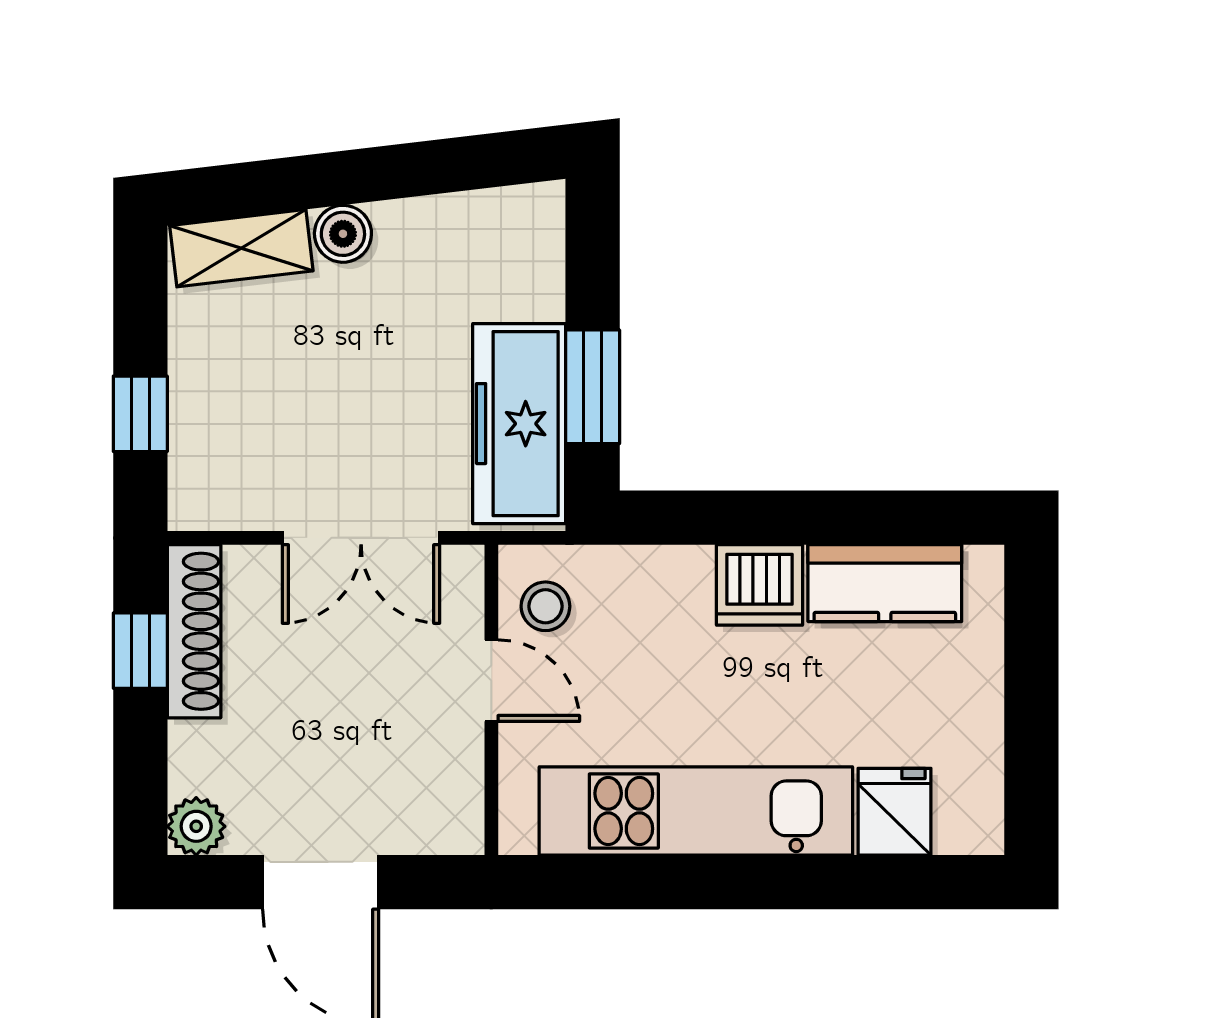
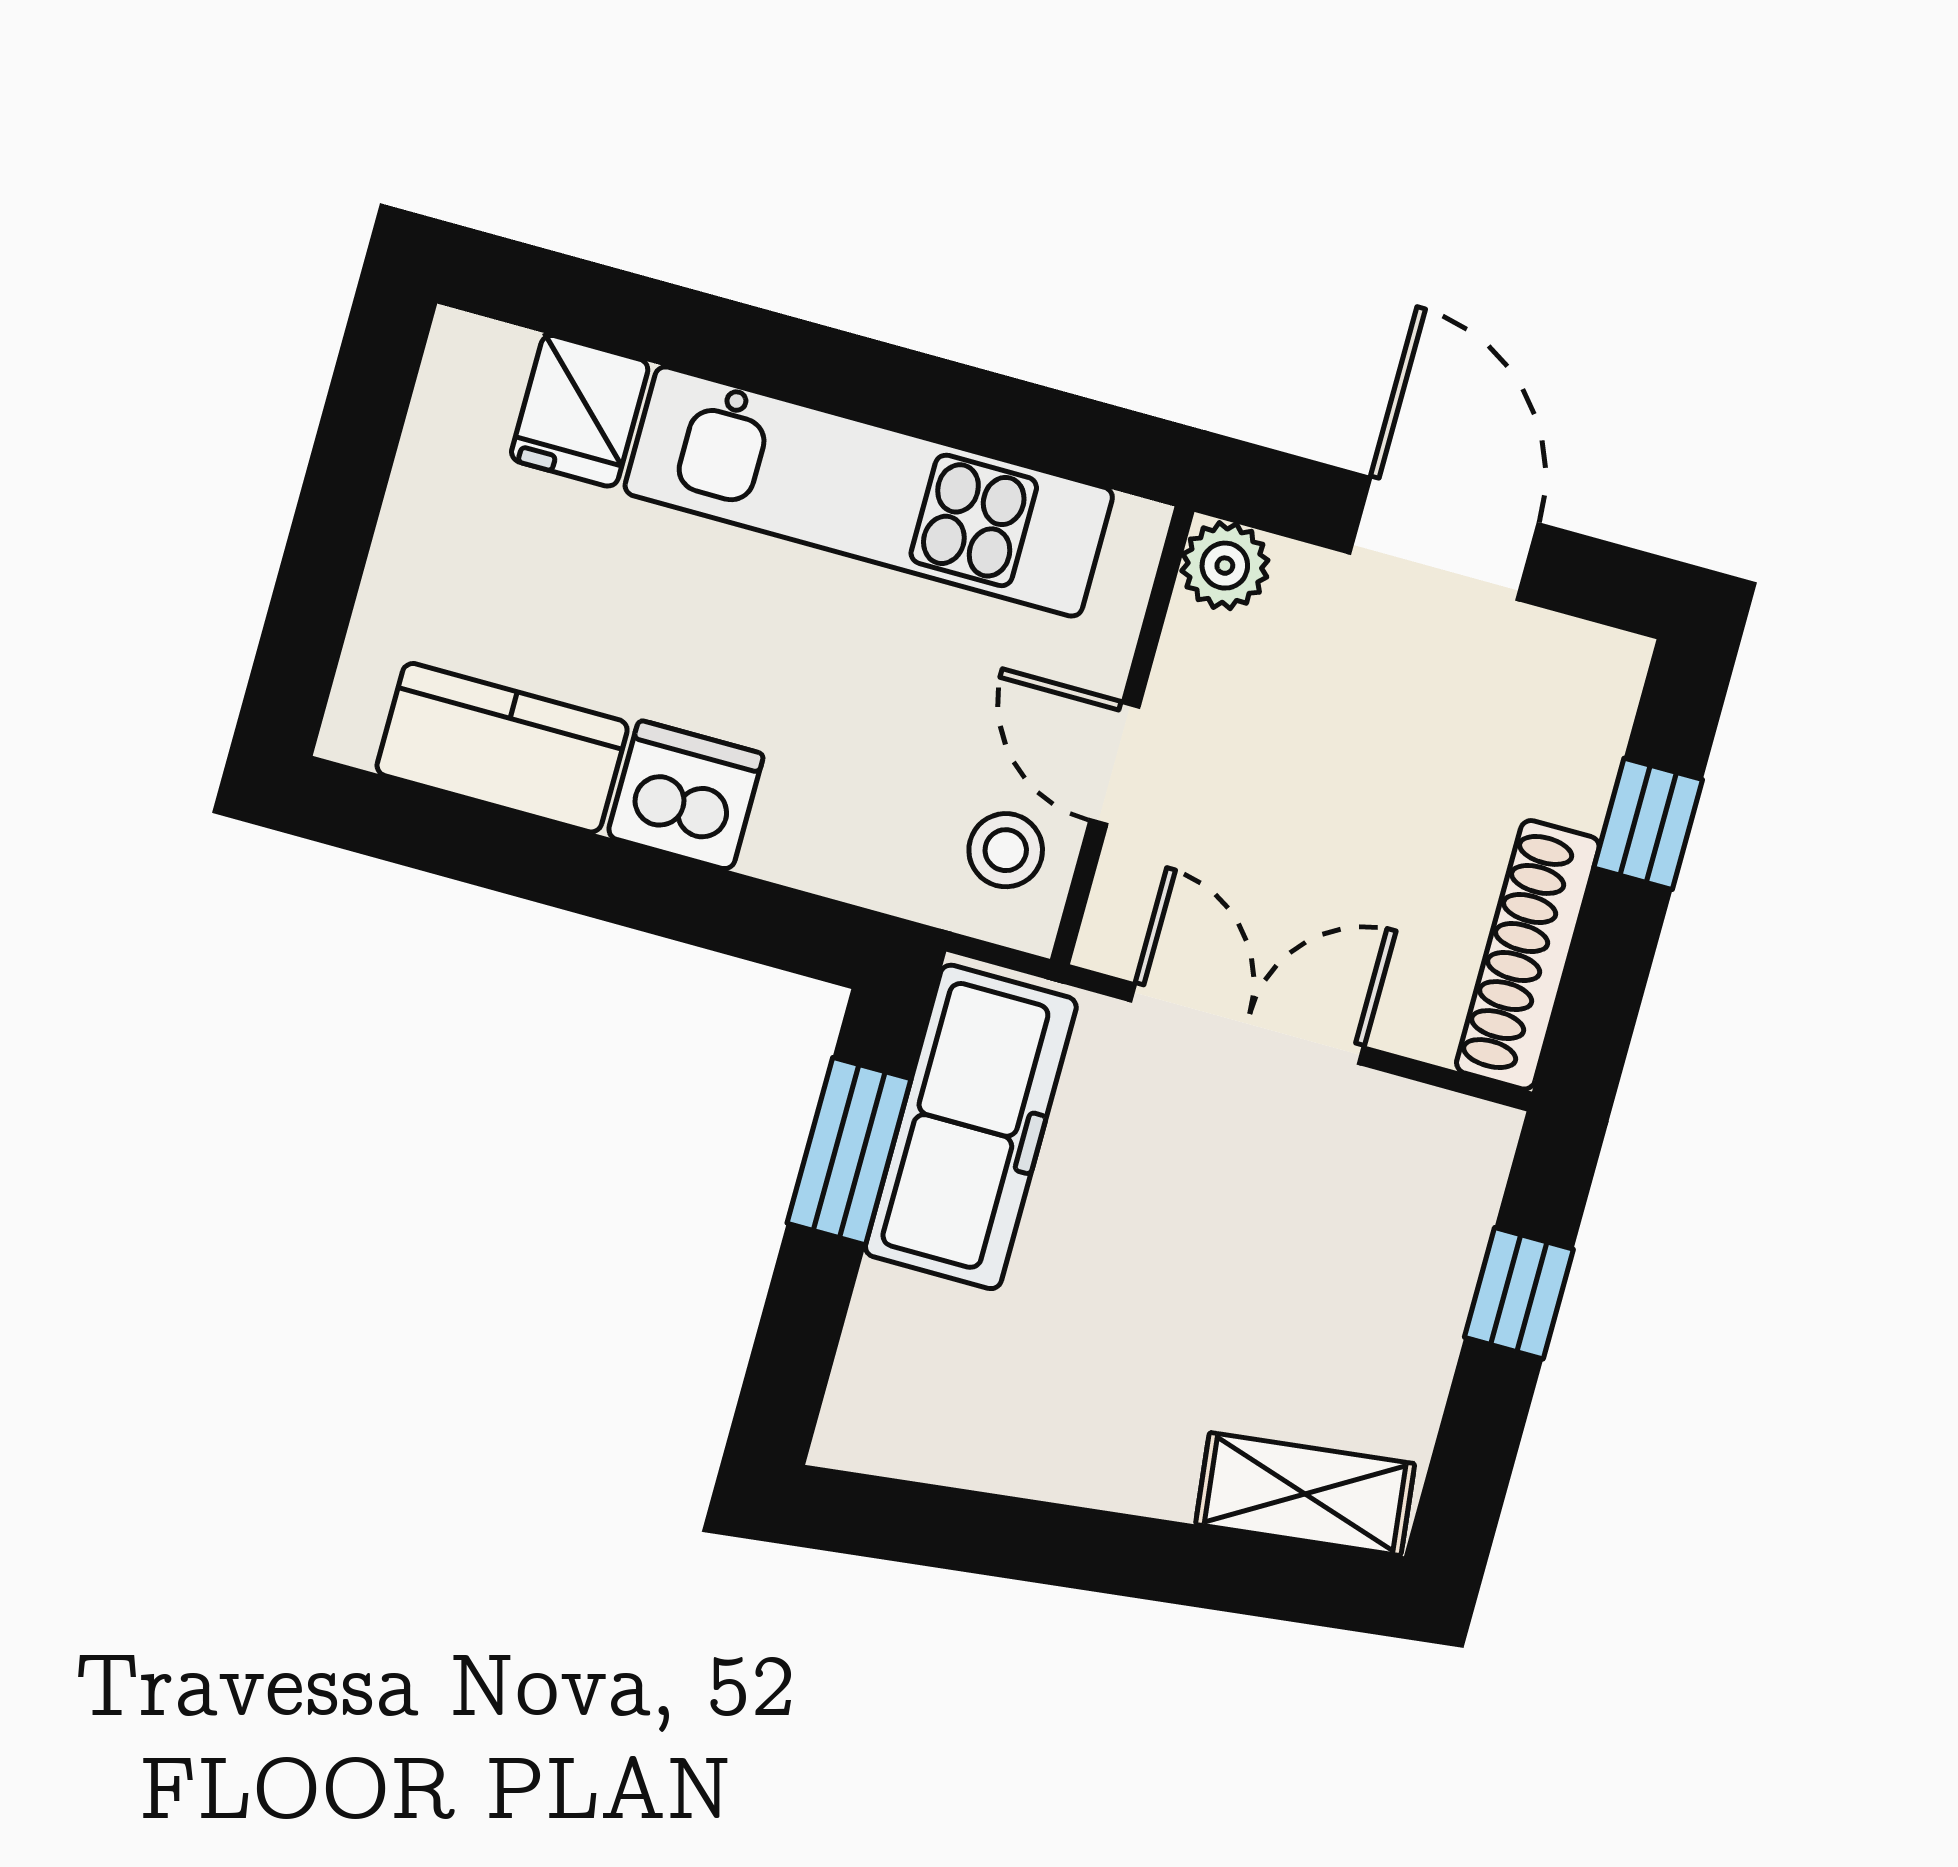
boiler: (343, 234) -> (1151, 1474), removed
window: (140, 651) -> (1648, 824), moved
plant: (196, 826) -> (1225, 566), moved

